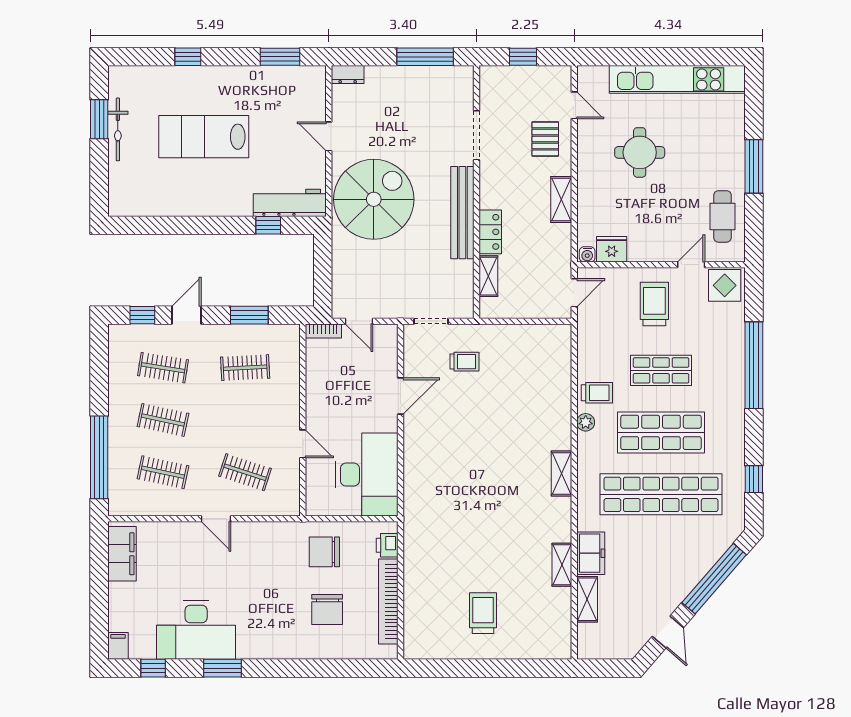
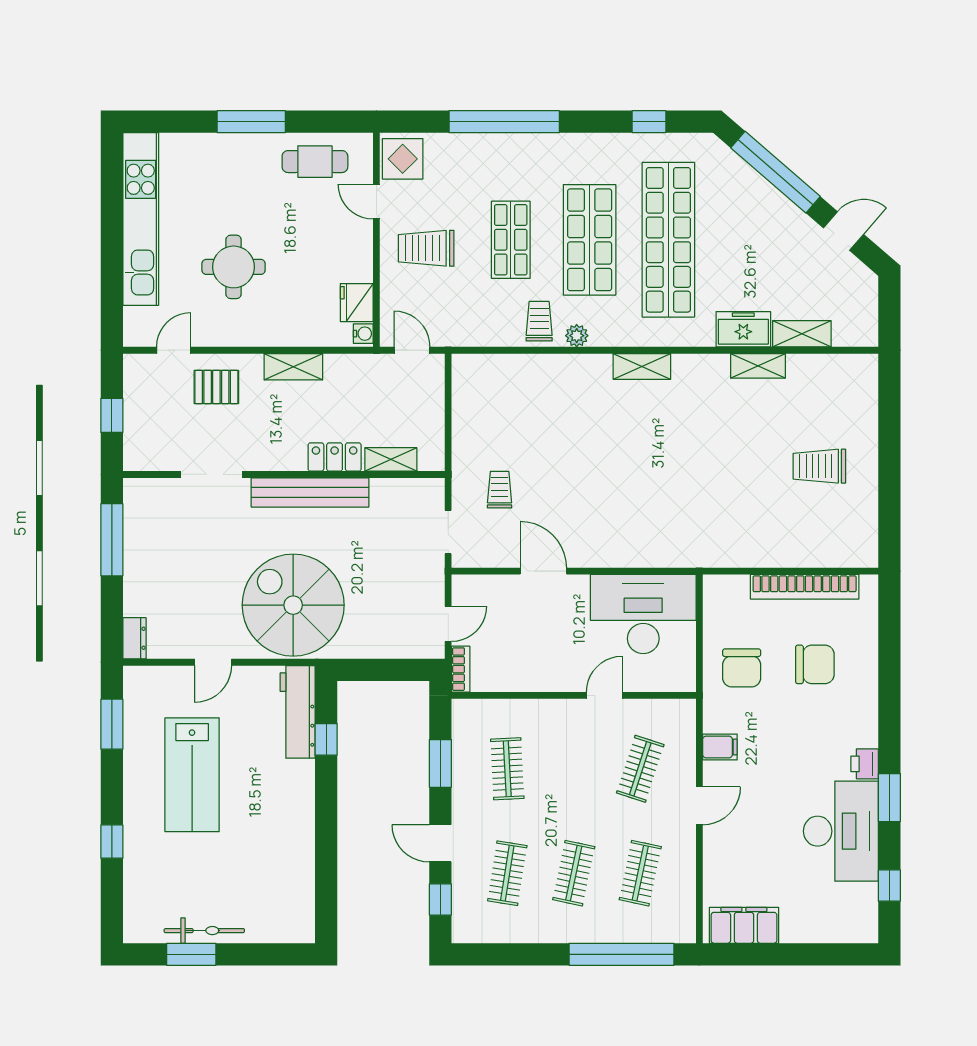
lab bench: (204, 137) -> (192, 775), moved
printer: (387, 545) -> (865, 764), moved, turned 90
filing cabinet: (118, 646) -> (720, 747), moved, turned 180

